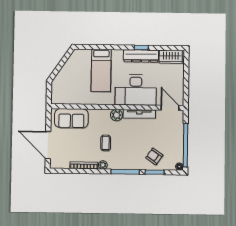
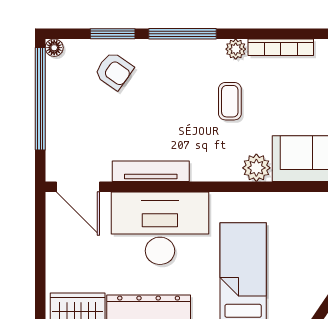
plant: (116, 115) -> (256, 168), moved

